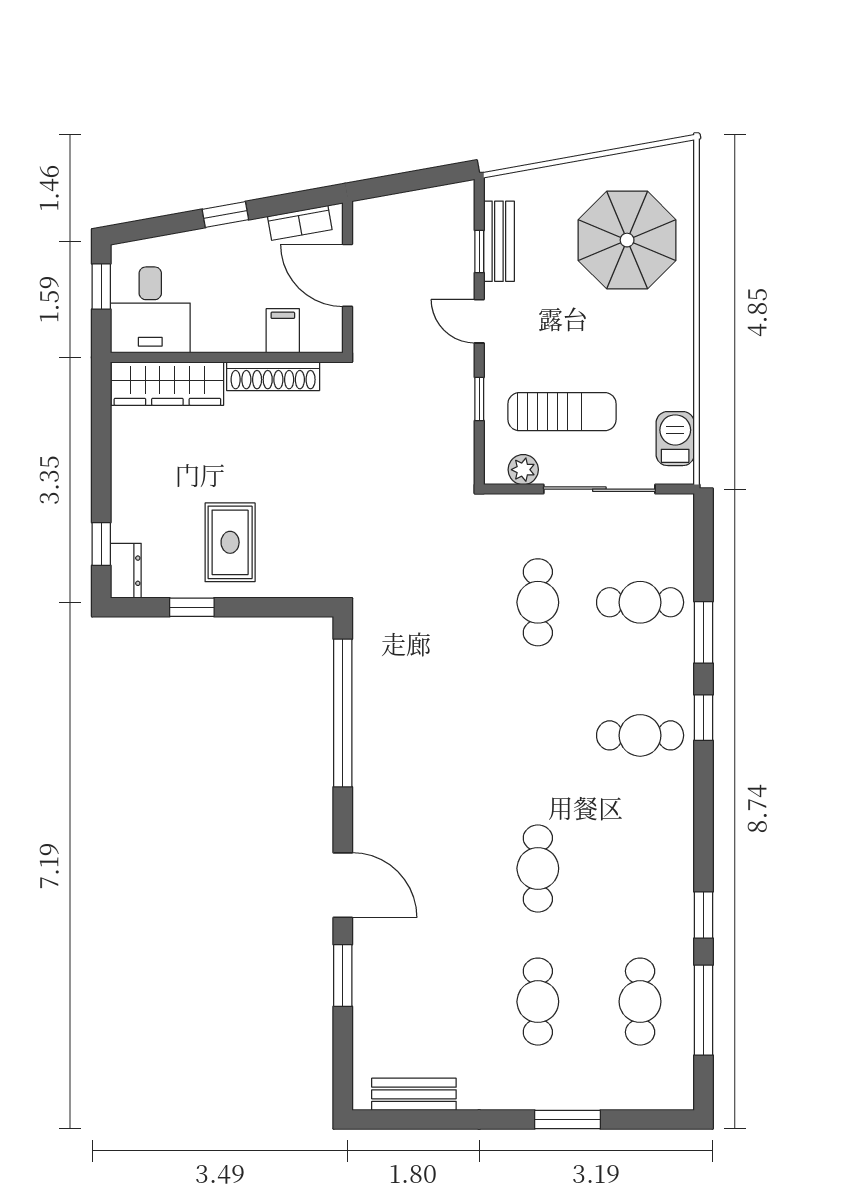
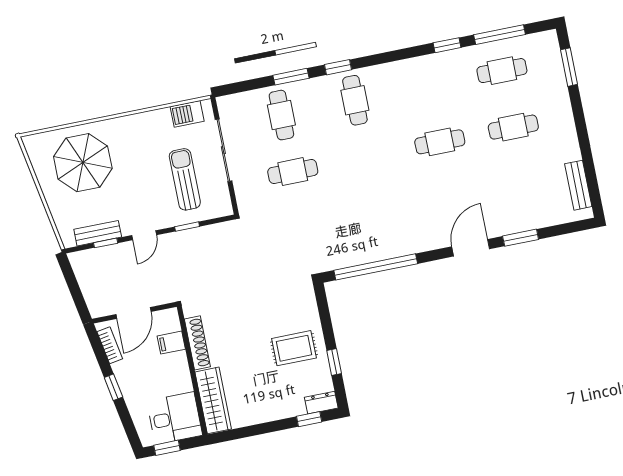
plant: (523, 470) -> (221, 194), removed
window: (567, 1120) -> (569, 67), moved

